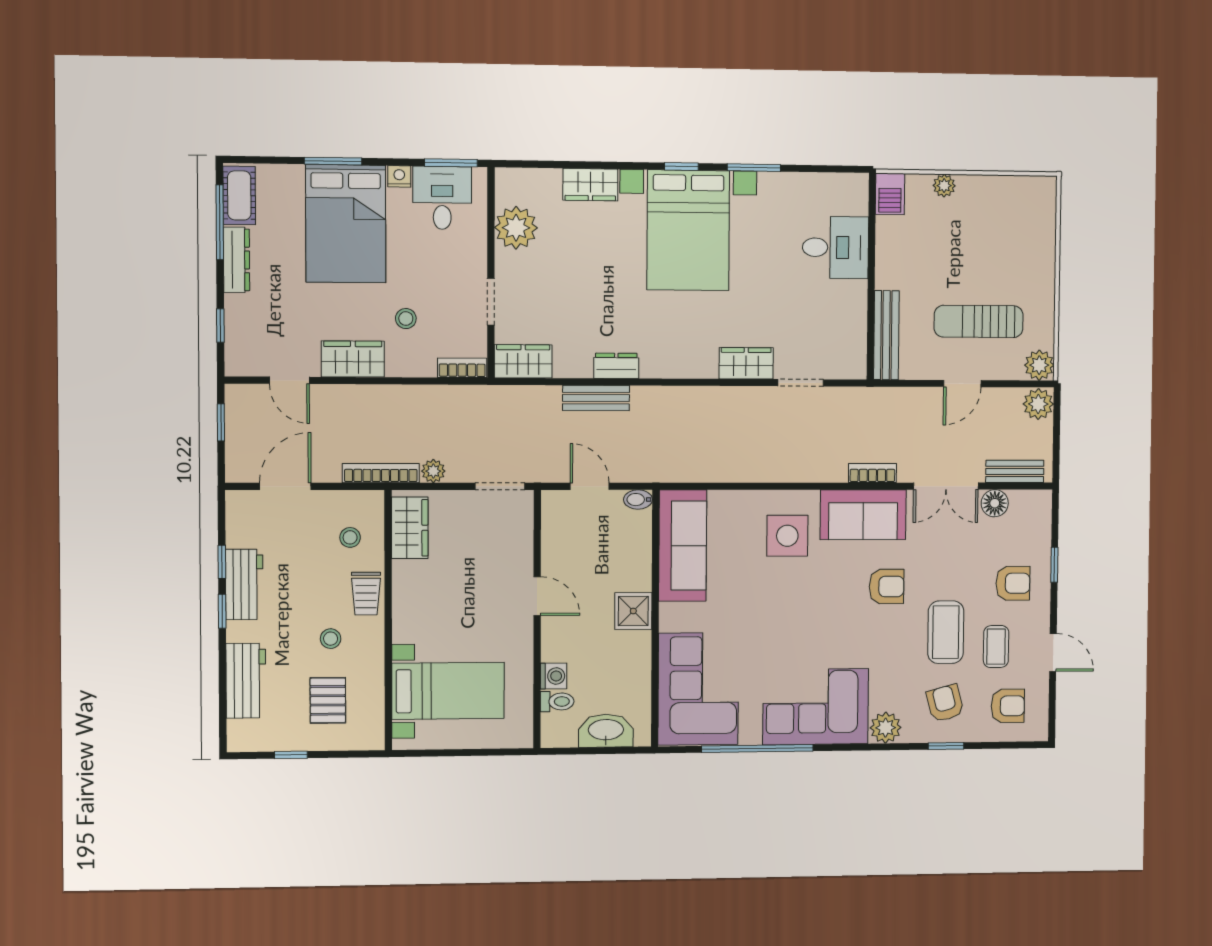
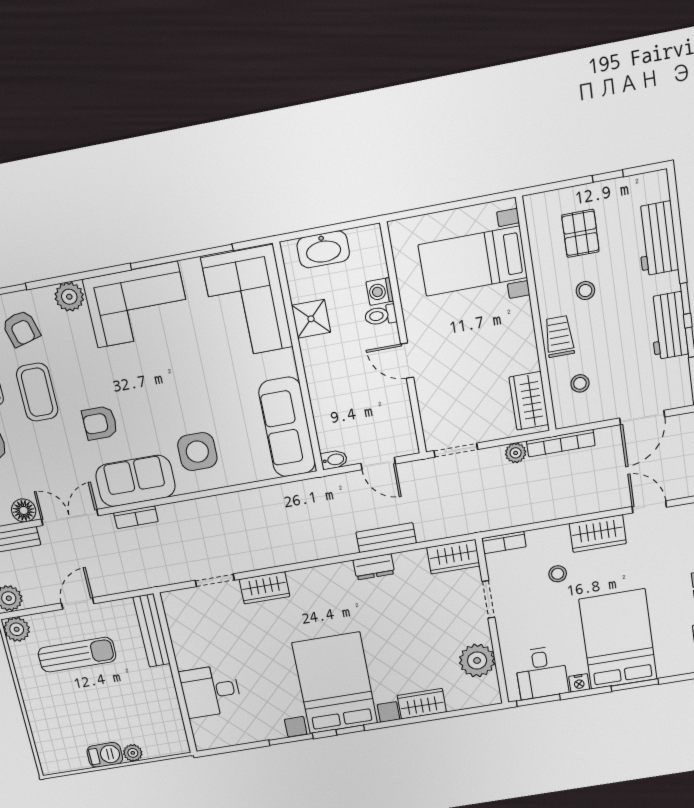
barbecue: (890, 194) -> (105, 755), moved, turned 90
shower: (633, 611) -> (311, 319), moved
toilet: (557, 702) -> (381, 315), moved

